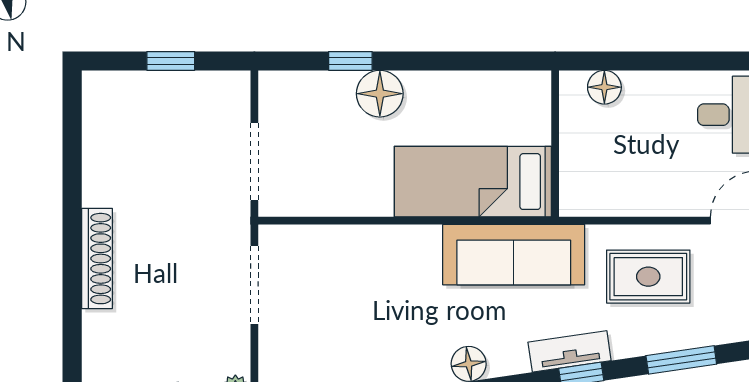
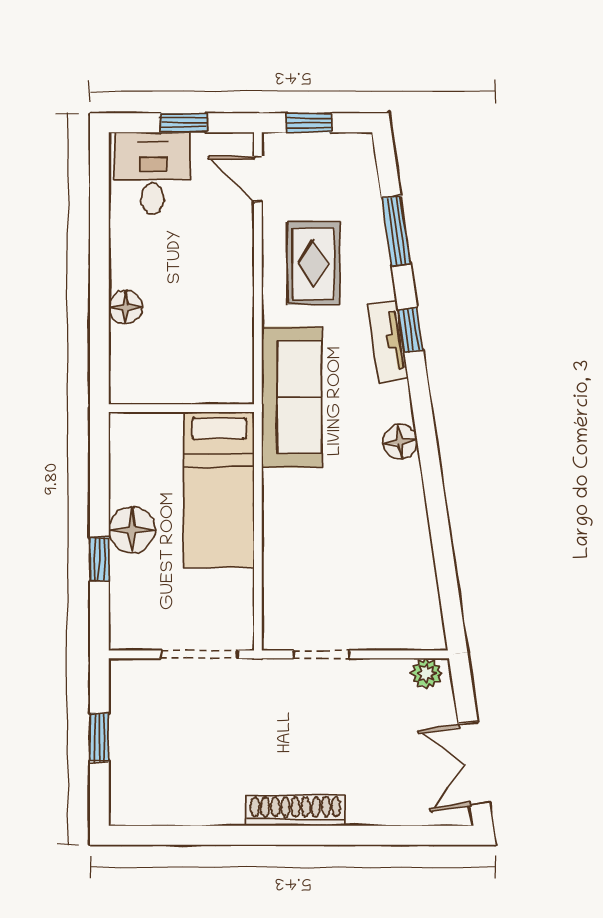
wall: (555, 144) -> (181, 408), moved
bed: (473, 182) -> (219, 490), moved
doorway: (254, 285) -> (322, 654), width x0.73

